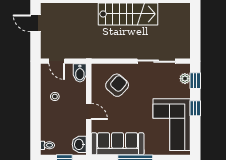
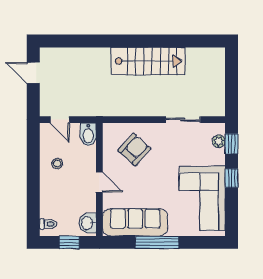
sliding door: (156, 61) -> (183, 120), width x0.73

